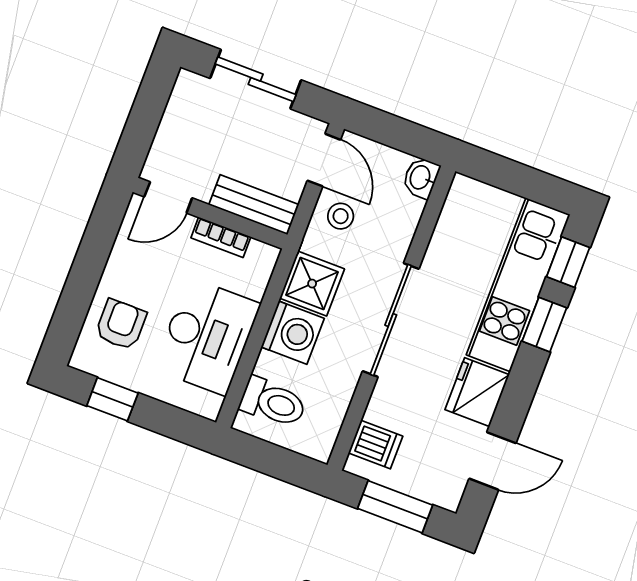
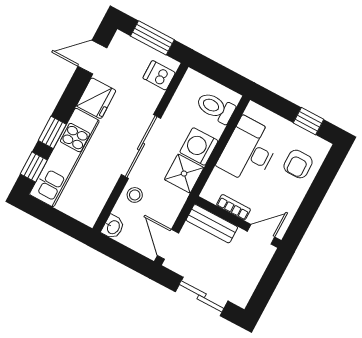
stool: (341, 216) -> (135, 195), moved

